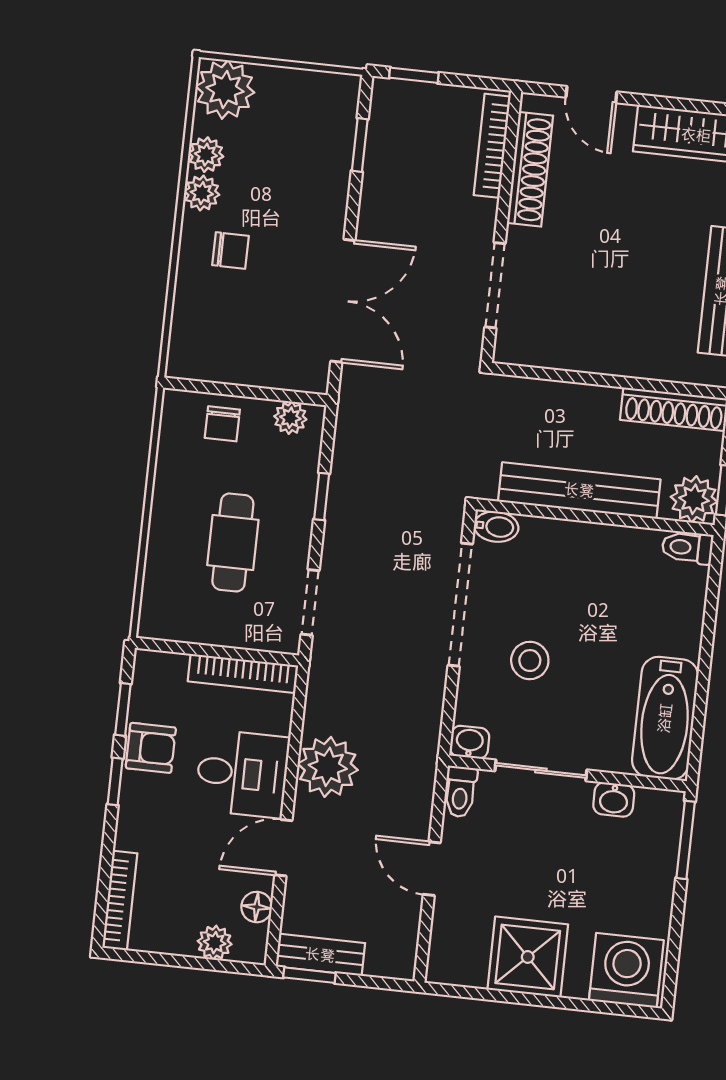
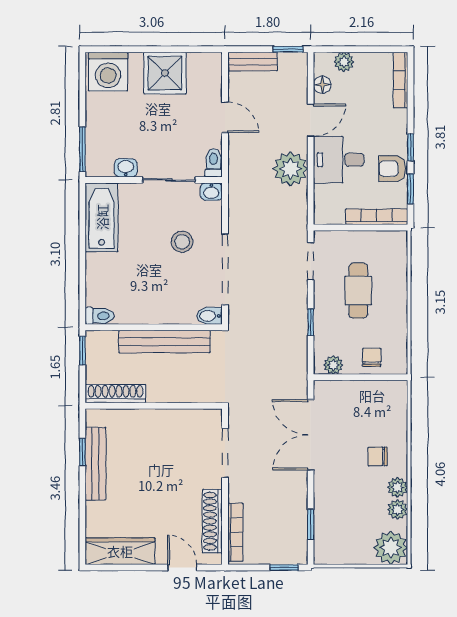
plant: (694, 499) -> (99, 344), removed
bookcase: (243, 673) -> (377, 217), moved
bench: (320, 955) -> (253, 61), moved

